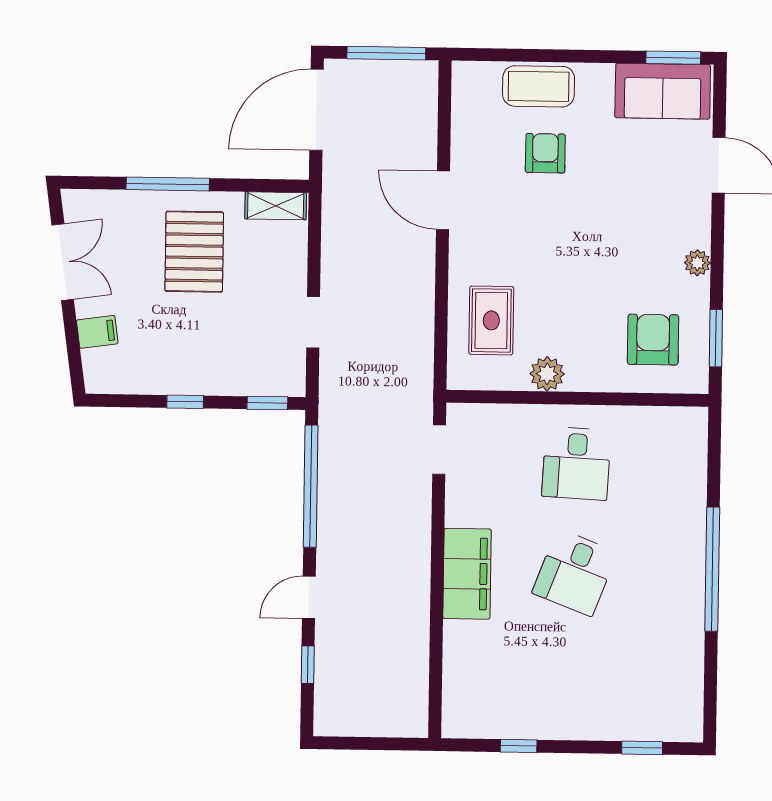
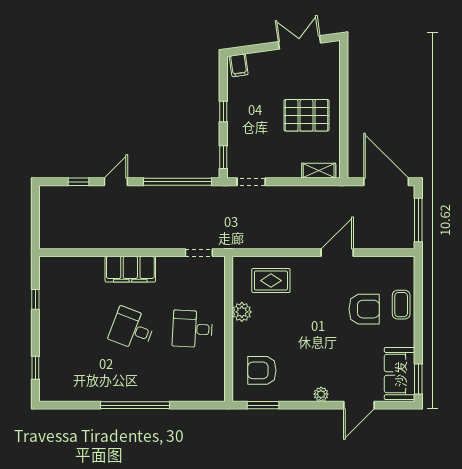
coffee table: (539, 86) -> (401, 305), width x0.73, depth x0.77
armchair: (545, 153) -> (364, 309), width x1.38, depth x1.38
window: (168, 184) -> (344, 100), removed
shelving: (276, 206) -> (319, 171), moved, turned 90
double door: (63, 262) -> (300, 42), swing flipped
plant: (697, 263) -> (321, 394), moved
doorway: (313, 322) -> (251, 182), moved
filing cabinet: (97, 332) -> (239, 65), moved
armchair: (653, 340) -> (262, 370), turned 180
door: (309, 597) -> (116, 182), hinge flipped

